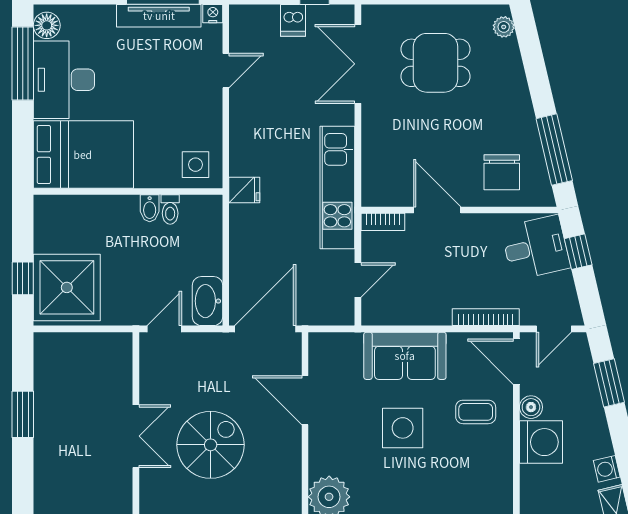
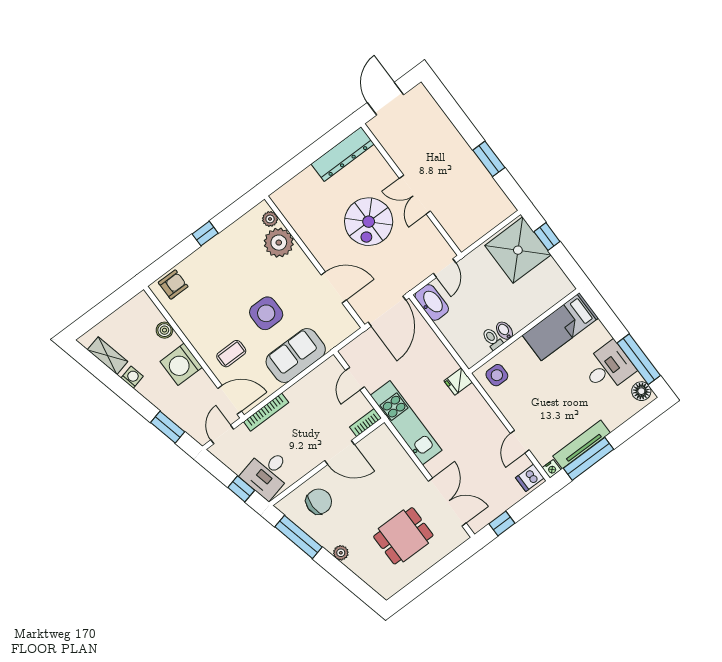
dishwasher: (293, 20) -> (530, 478), moved, turned -90
plant: (504, 27) -> (341, 553), moved
desk: (64, 80) -> (608, 367), width x0.73
bed: (83, 155) -> (560, 327), width x0.67
chair: (502, 172) -> (319, 502), turned 90
boiler: (531, 407) -> (164, 330), moved

